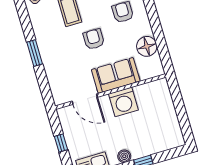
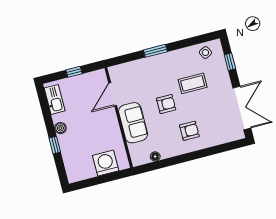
floor lamp: (147, 46) -> (155, 157), width x0.53, depth x0.53
washing machine: (123, 102) -> (106, 163), moved, turned 90

